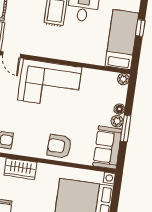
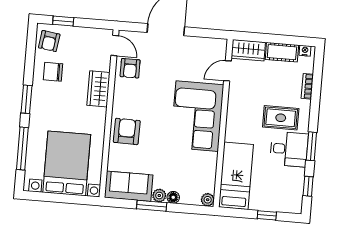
bed: (122, 40) -> (236, 176), moved, turned -90

